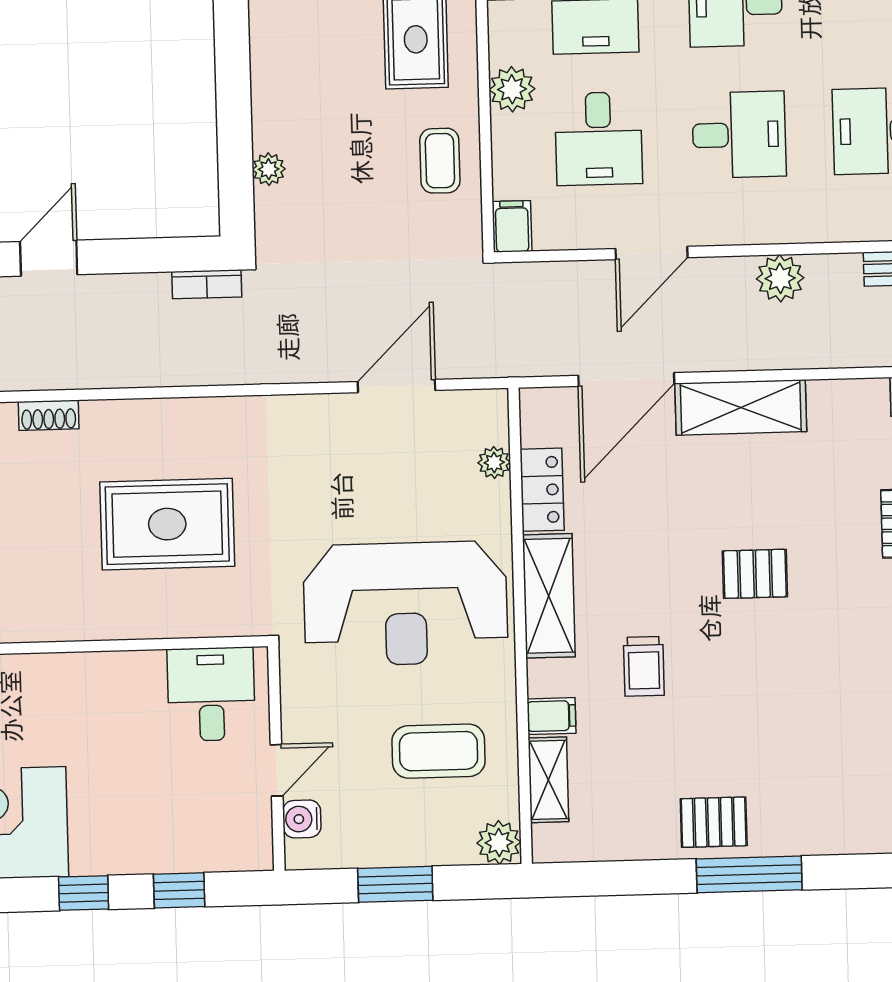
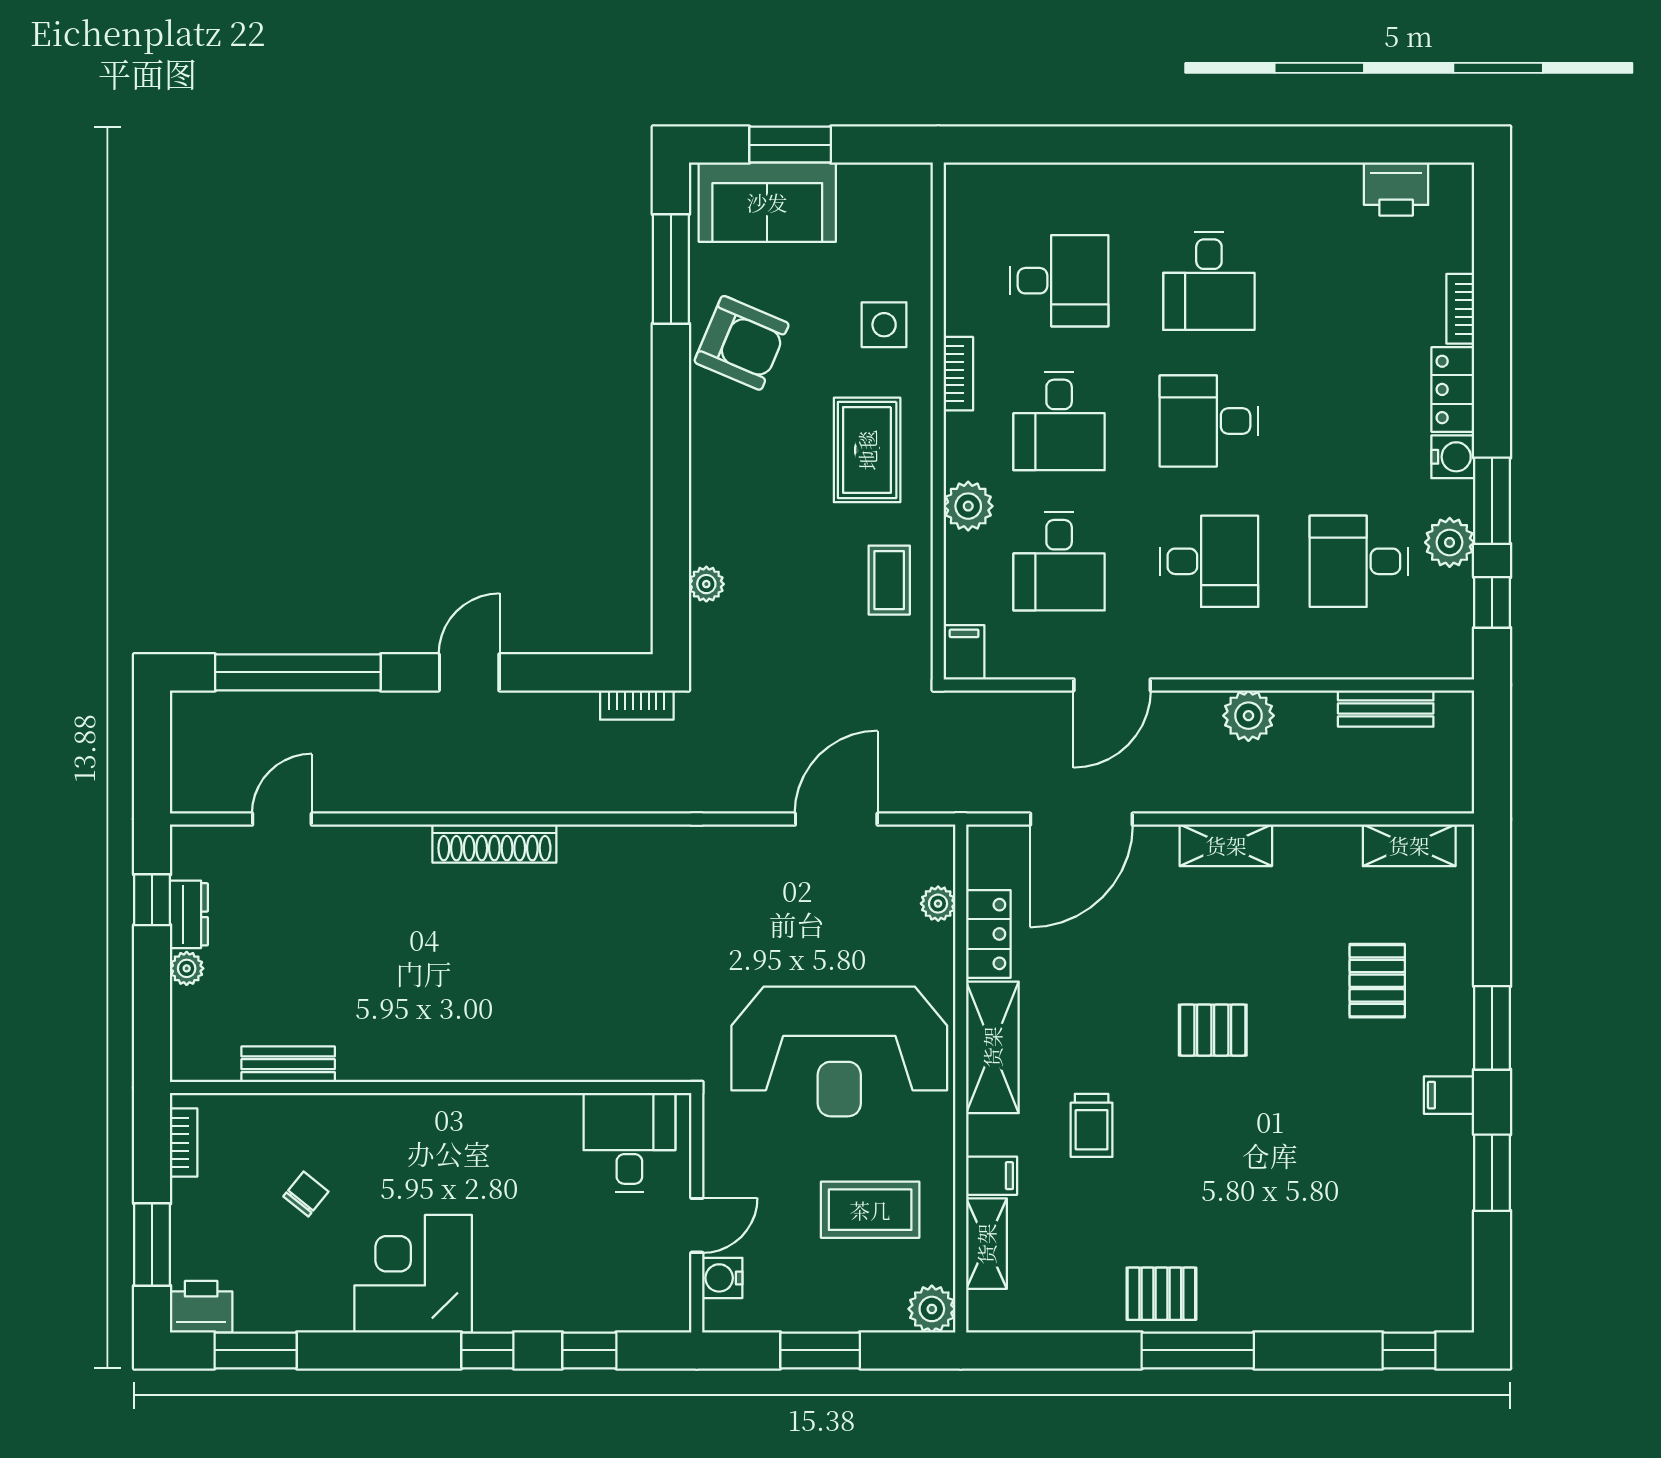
shelving: (741, 407) -> (1226, 845), width x0.67, depth x0.75
shoe rack: (49, 415) -> (494, 844), width x1.94, depth x1.24
rug: (167, 524) -> (588, 960), removed

